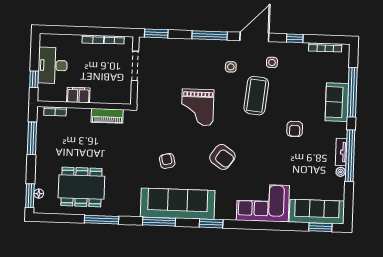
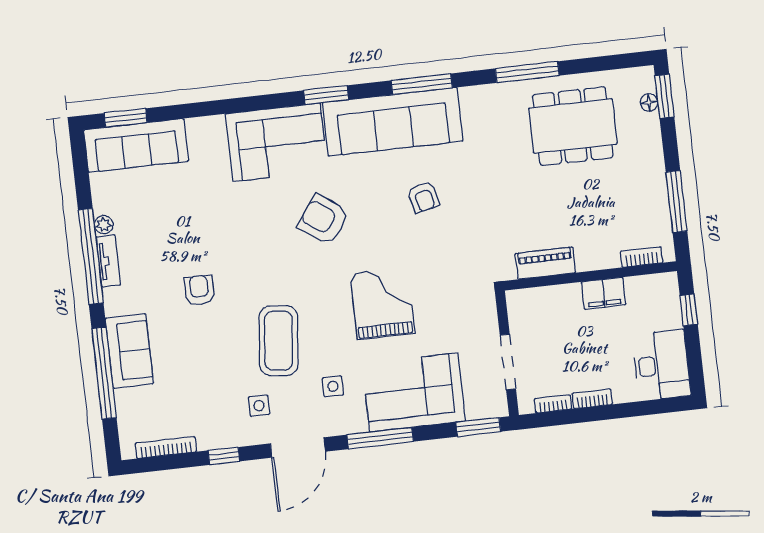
corner sofa: (188, 57) -> (414, 392), added
desk: (53, 65) -> (661, 365), moved
corner sofa: (263, 203) -> (277, 142), moved

